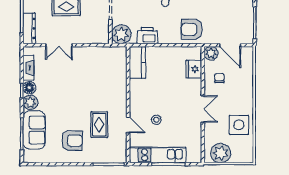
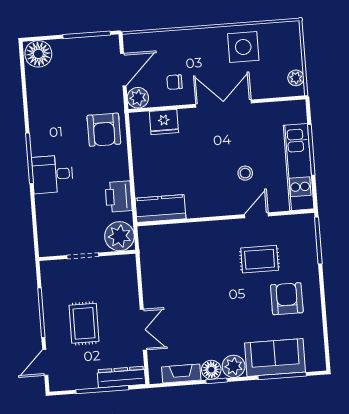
double door: (203, 109) -> (223, 104), width x1.37
plant: (221, 153) -> (296, 78), width x0.53, depth x0.53

